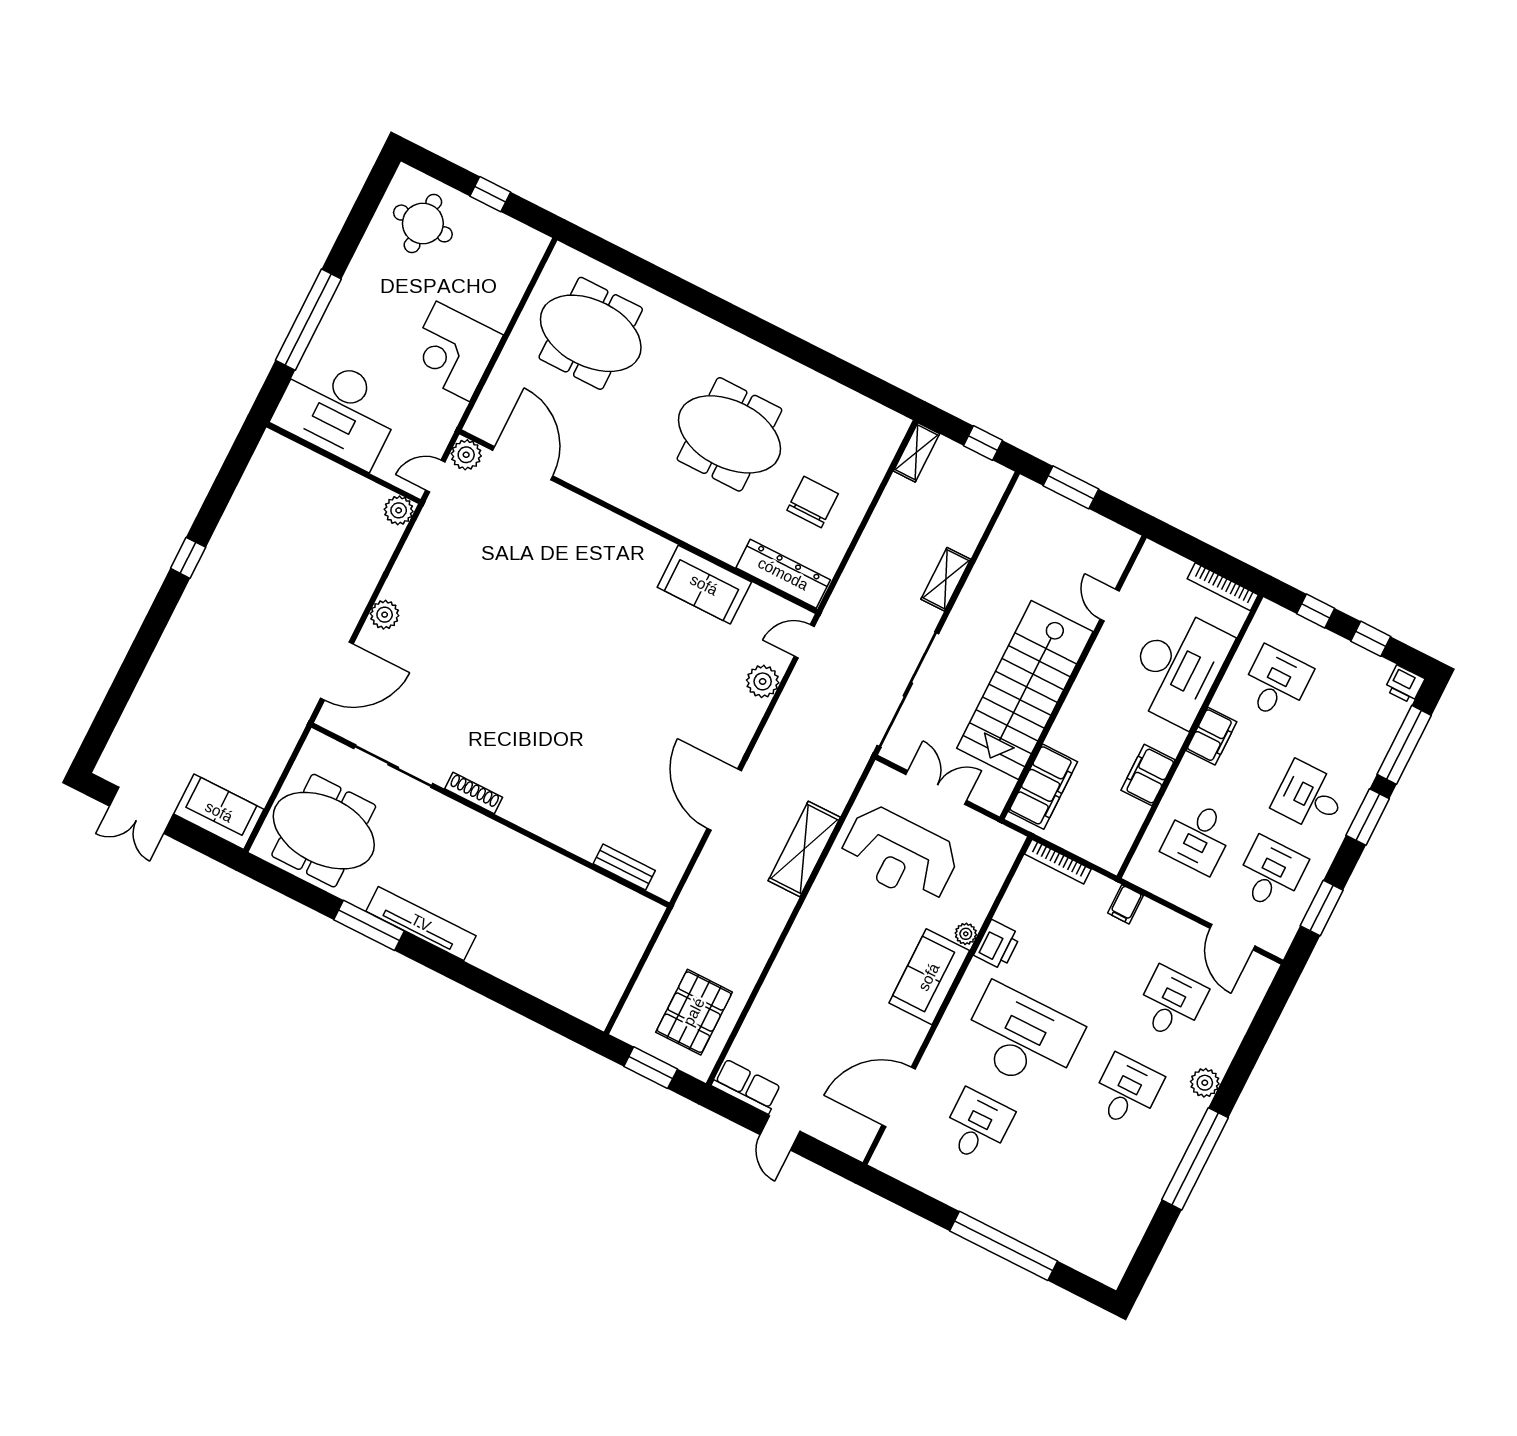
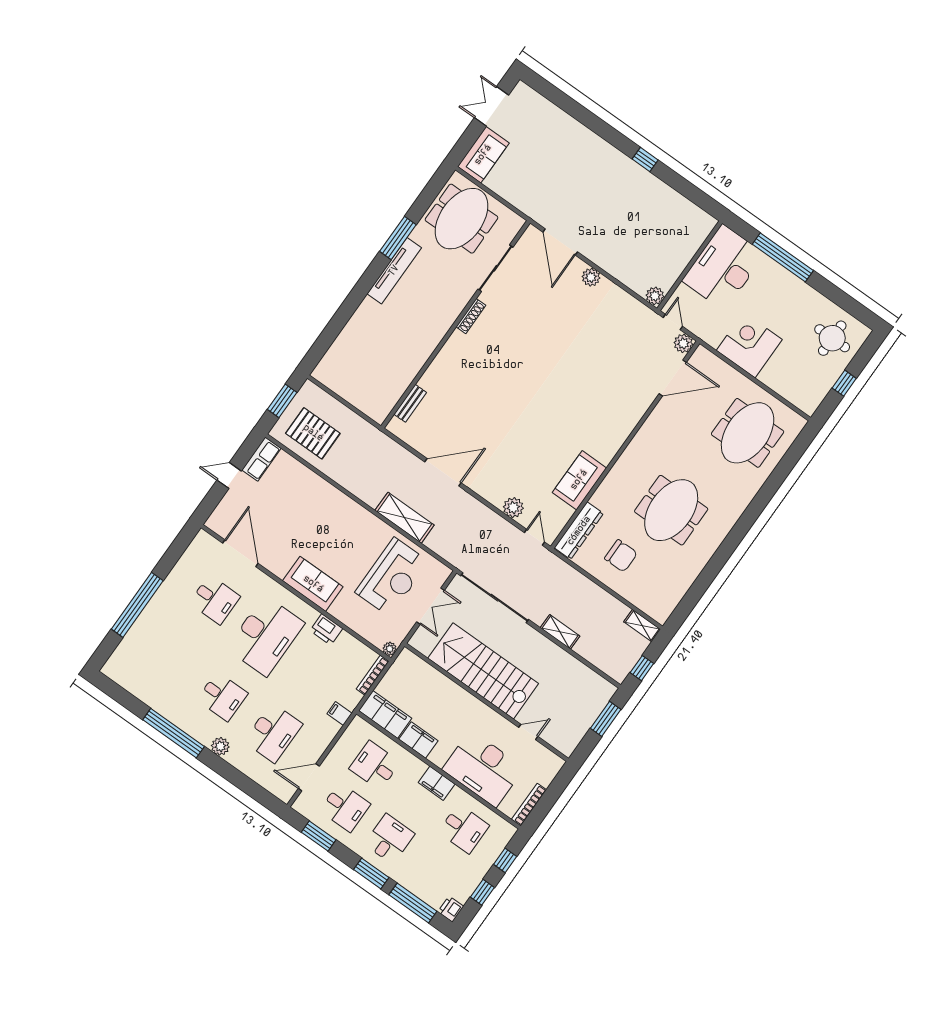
filing cabinet: (1043, 787) -> (385, 714), moved, turned 180
reception desk: (900, 855) -> (392, 577), turned 180
plant: (966, 934) -> (390, 649), moved
desk: (1171, 1003) -> (273, 733), width x1.37

